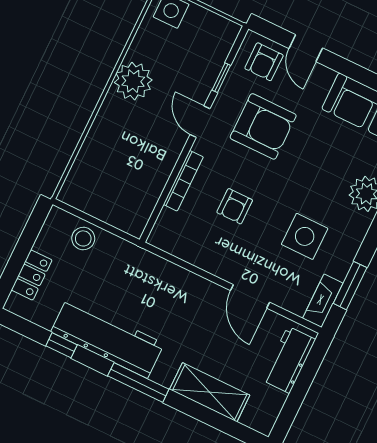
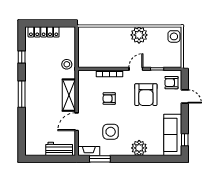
door: (306, 48) -> (185, 96), swing flipped
stool: (83, 238) -> (67, 64), moved
locker: (32, 275) -> (44, 32), width x1.53
workbench: (107, 338) -> (33, 74), removed
shelving: (210, 392) -> (69, 95), moved

